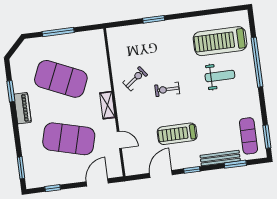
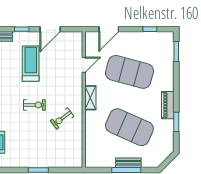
bench: (57, 40) -> (128, 163), added
treadmill: (177, 134) -> (31, 64), turned -90
door: (119, 140) -> (84, 65), swing flipped

